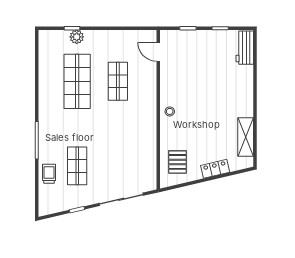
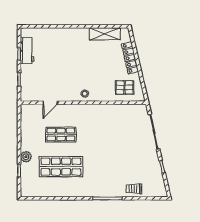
plant: (77, 37) -> (26, 157), moved
workbench: (245, 48) -> (27, 51), moved, turned -90
door: (158, 52) -> (50, 103), moved
shop shelf: (77, 166) -> (128, 167), removed
locker: (215, 169) -> (130, 58), width x1.53

